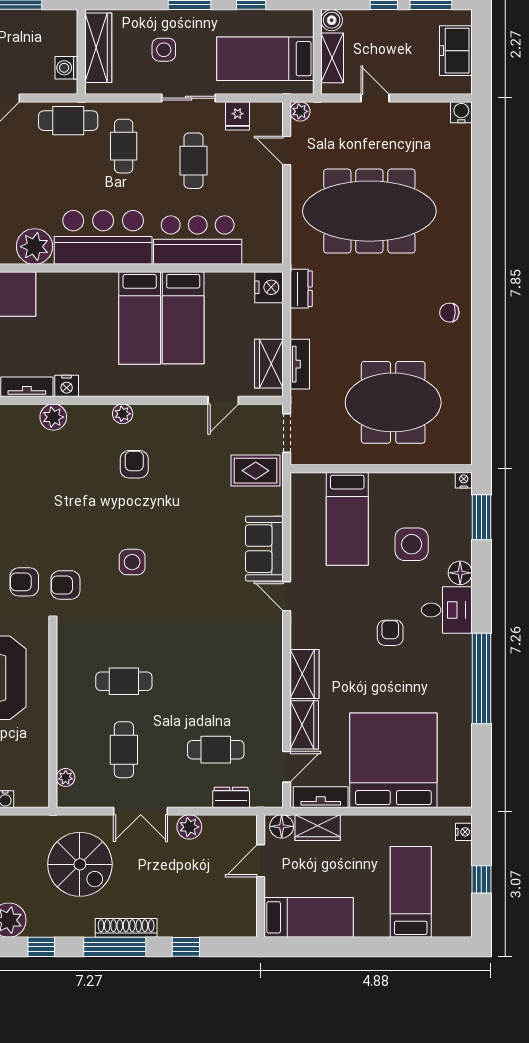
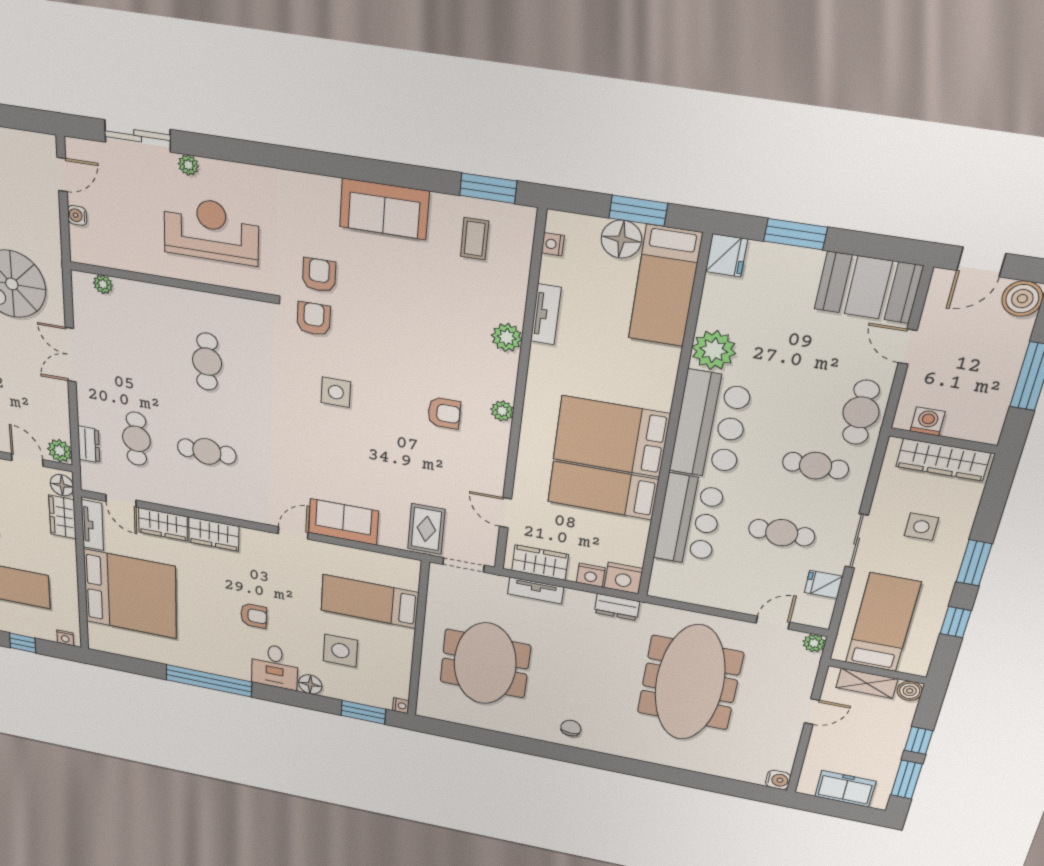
bed: (140, 318) -> (611, 437), width x1.50
nightstand: (67, 386) -> (591, 575), moved, turned -90
cafe table: (124, 750) -> (207, 451), moved
plant: (189, 827) -> (60, 451), moved

